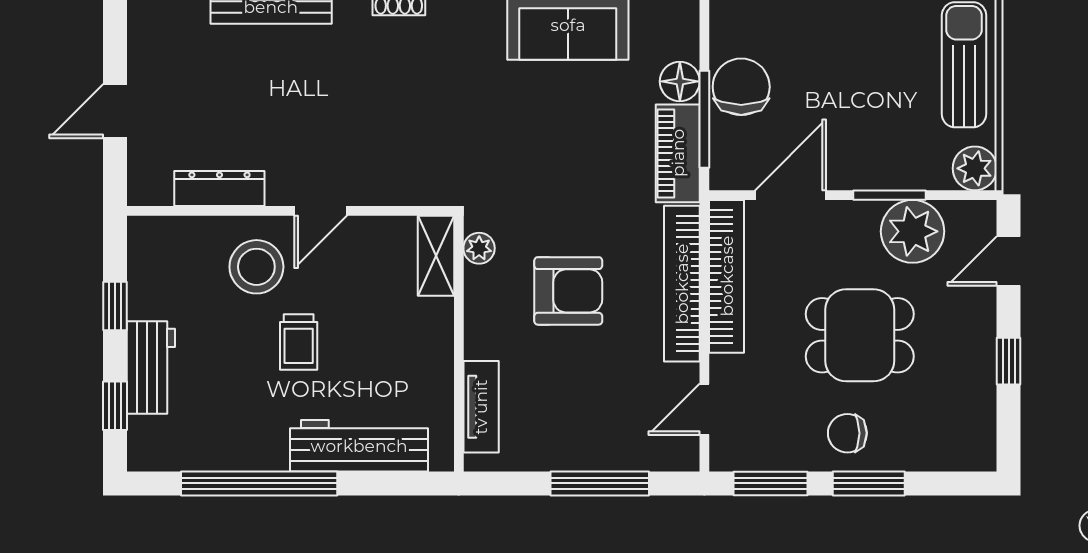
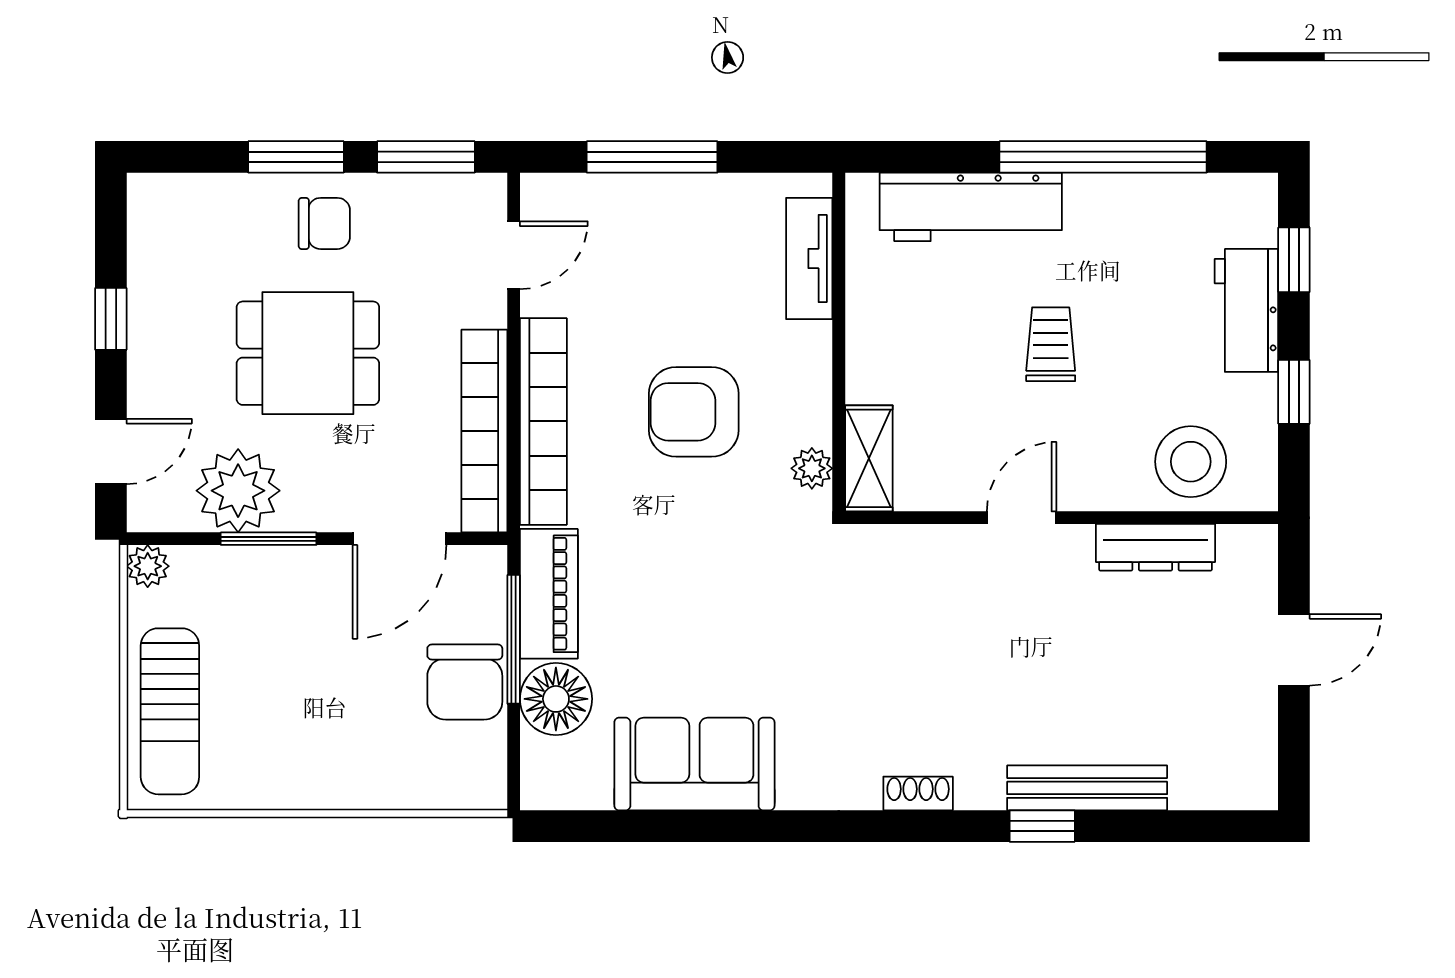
floor lamp: (680, 81) -> (556, 699), width x1.38, depth x1.38
plant: (975, 168) -> (148, 566), width x0.73, depth x0.73
stool: (256, 267) -> (1191, 462), moved

